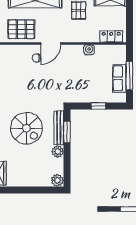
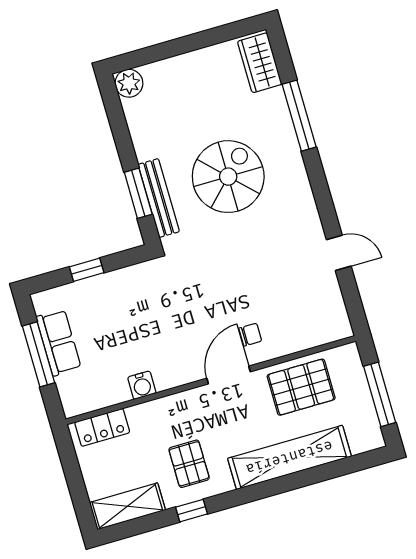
spiral stairs: (26, 128) -> (228, 177), turned 90
plant: (58, 151) -> (146, 146), removed

